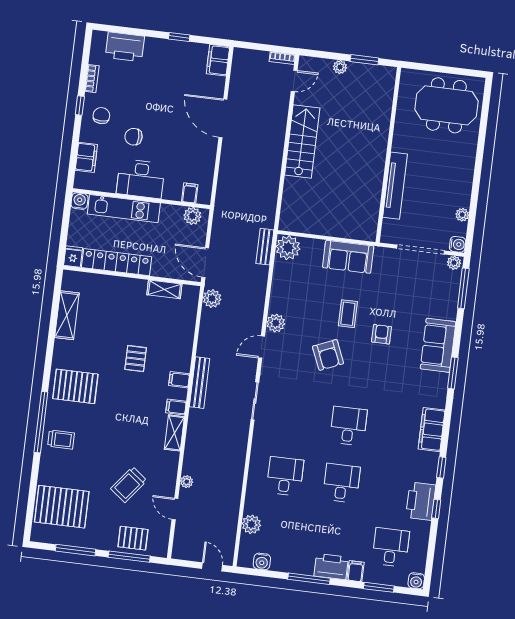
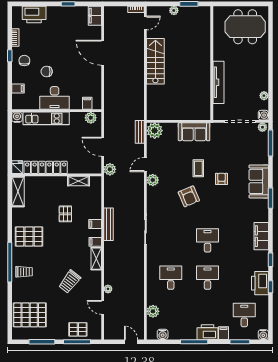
filing cabinet: (86, 157) -> (18, 89), width x0.50
fridge: (73, 257) -> (17, 167), moved
locker: (117, 262) -> (46, 167), moved
wall: (132, 276) -> (57, 175), moved
shelving: (164, 289) -> (79, 181), moved
door: (261, 347) -> (145, 165), moved
trolley: (129, 485) -> (70, 282), moved

